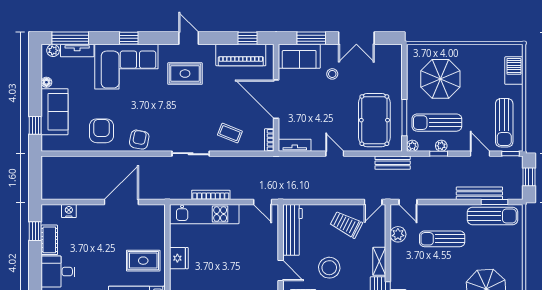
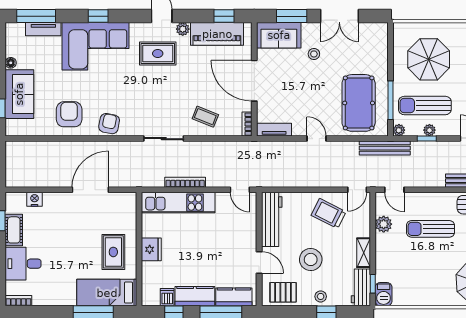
plant: (53, 50) -> (183, 29), moved
bench: (393, 163) -> (385, 148), width x1.36
rug: (143, 261) -> (113, 252), turned 90

